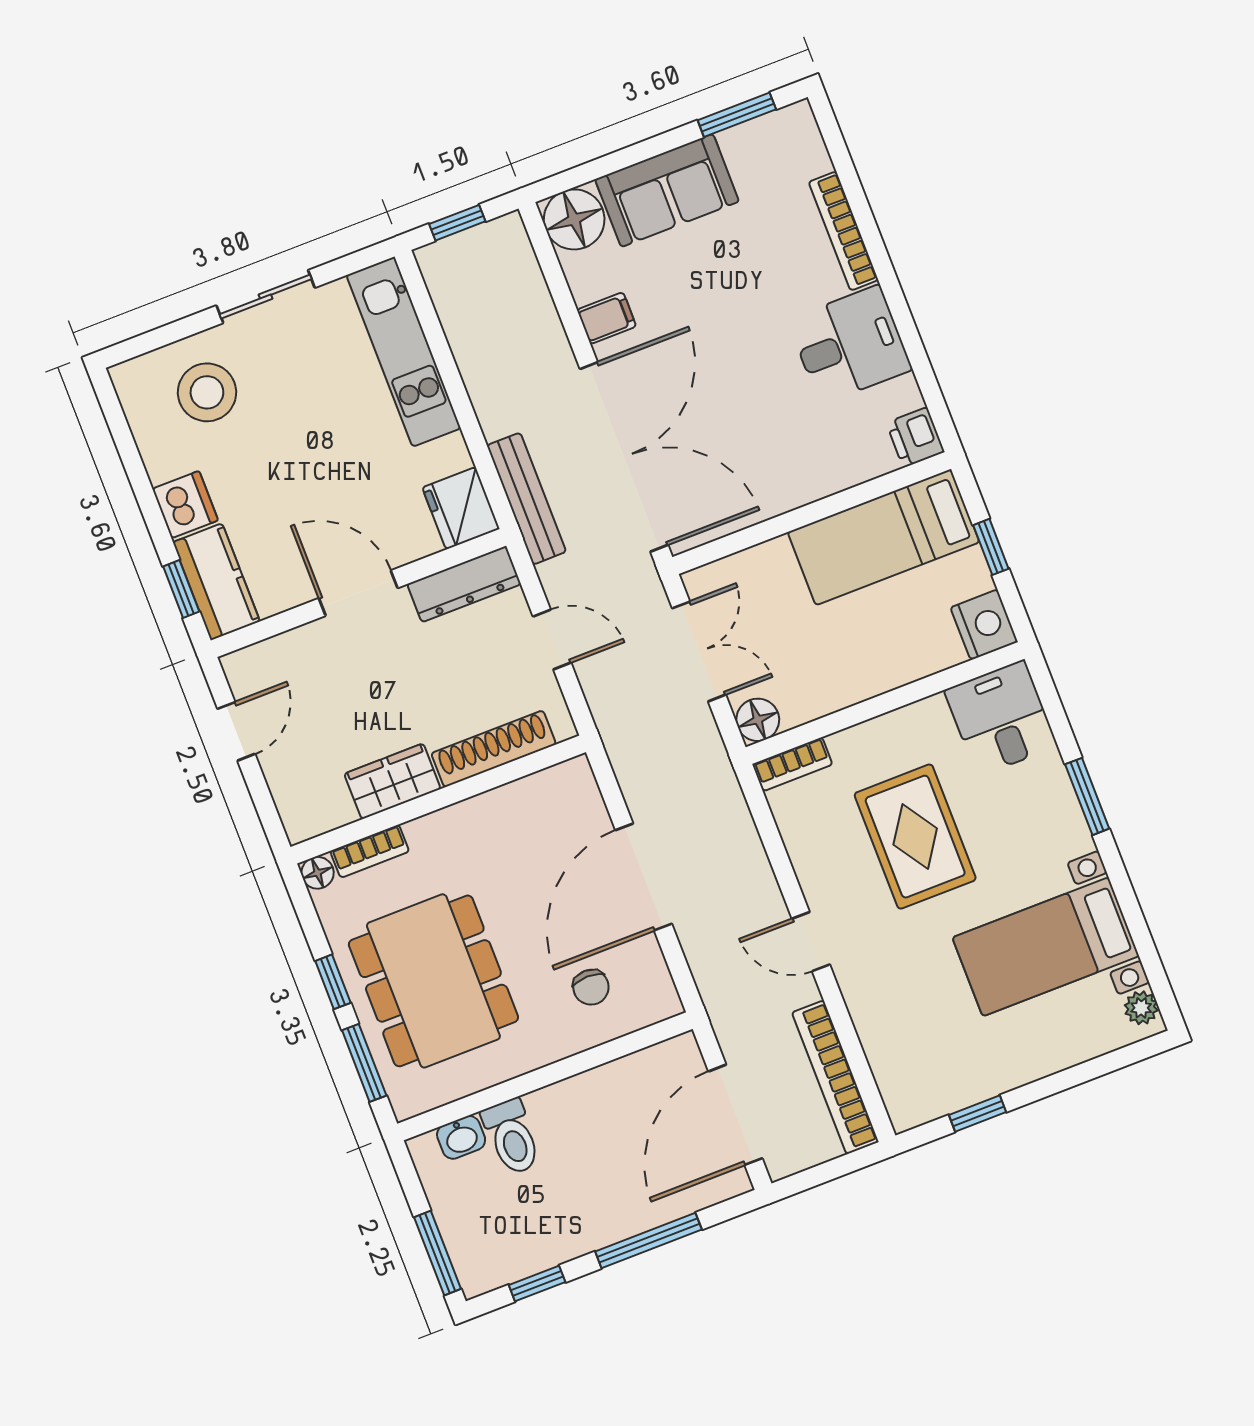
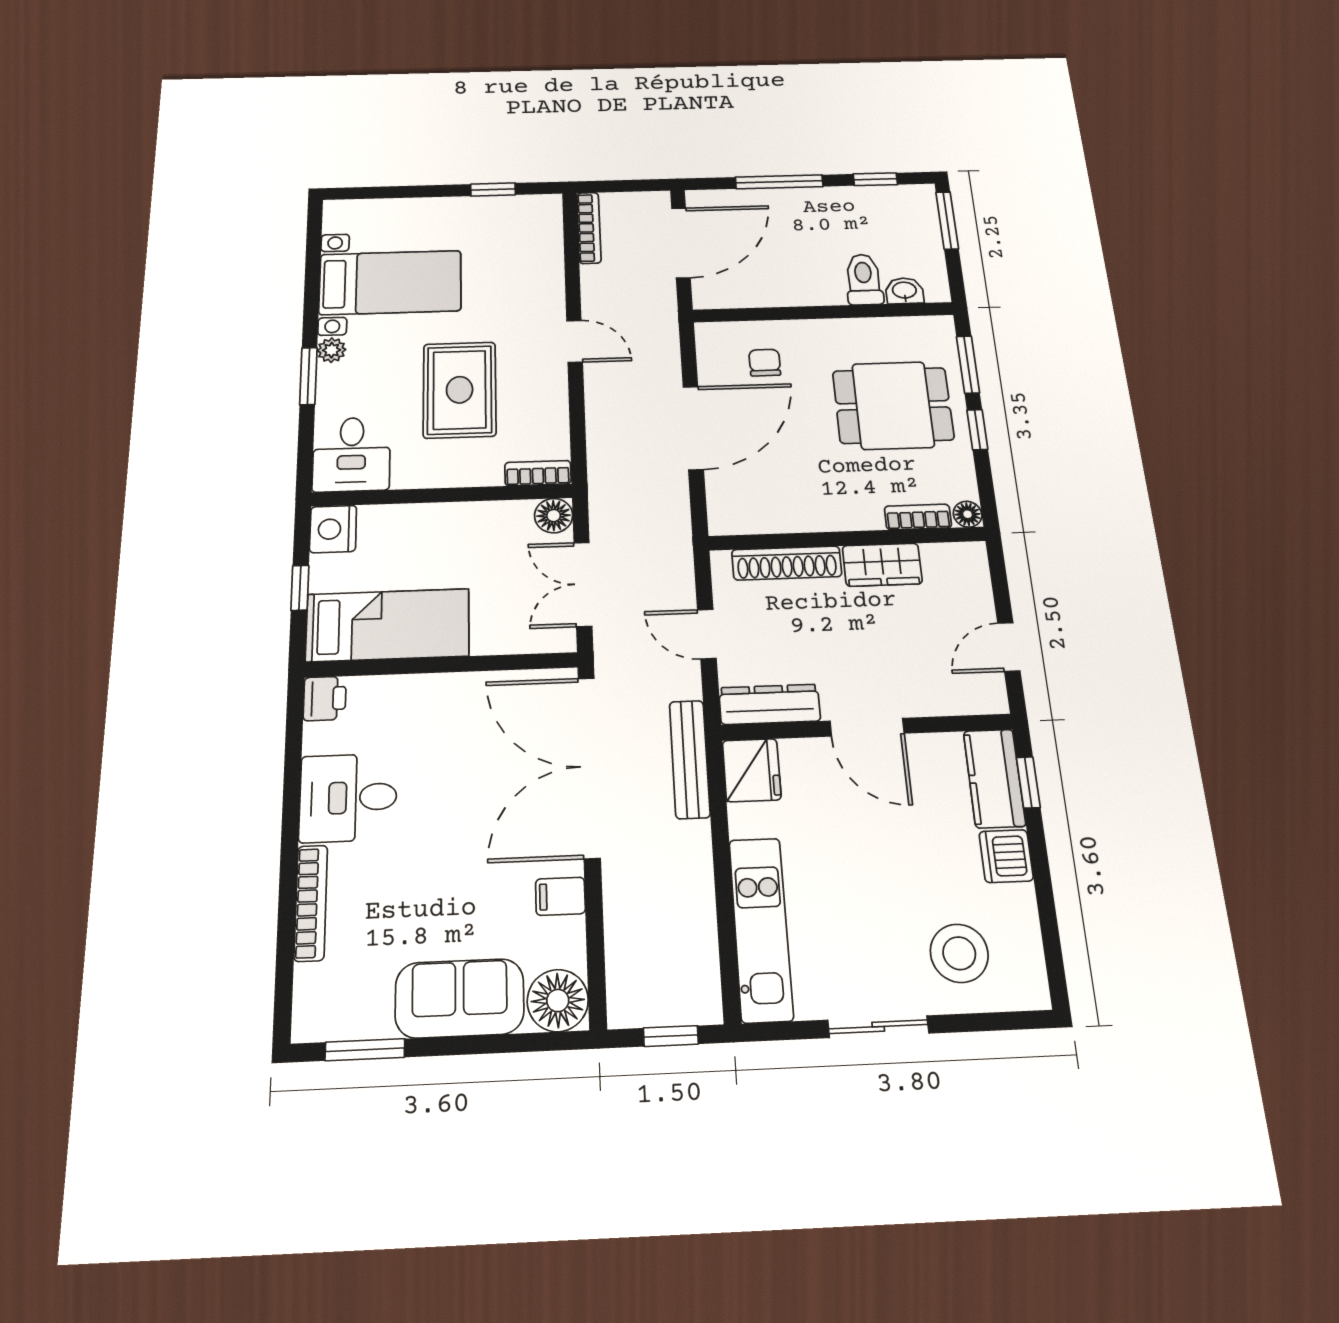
dining table: (433, 981) -> (893, 405), width x0.73
plant: (1141, 1008) -> (332, 350), moved
bookcase: (835, 1077) -> (589, 228), width x0.68, depth x0.76

